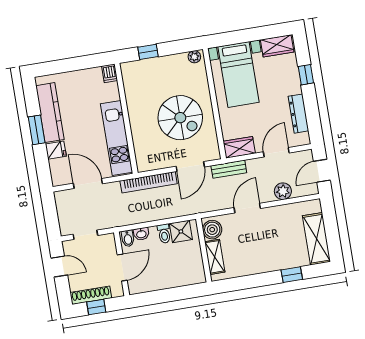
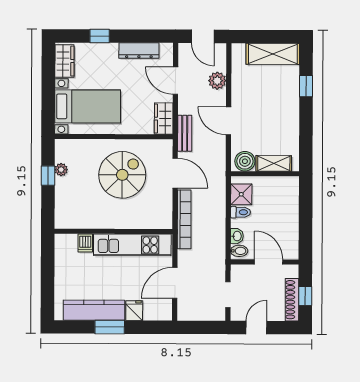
window: (148, 52) -> (48, 176), moved
plant: (194, 57) -> (61, 170), moved
dishwasher: (110, 73) -> (85, 243), moved, turned 90

